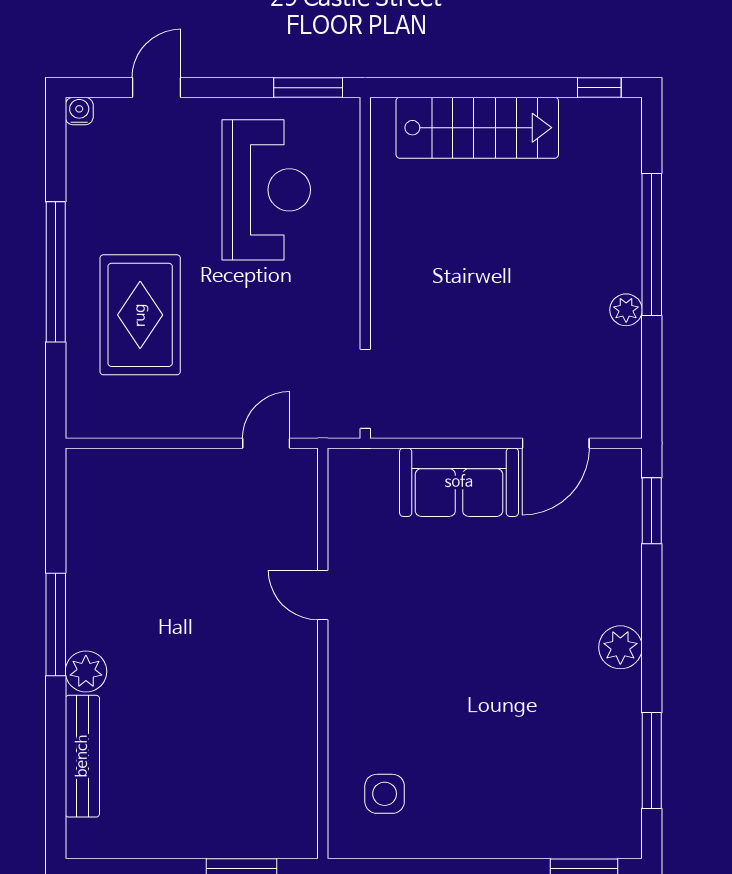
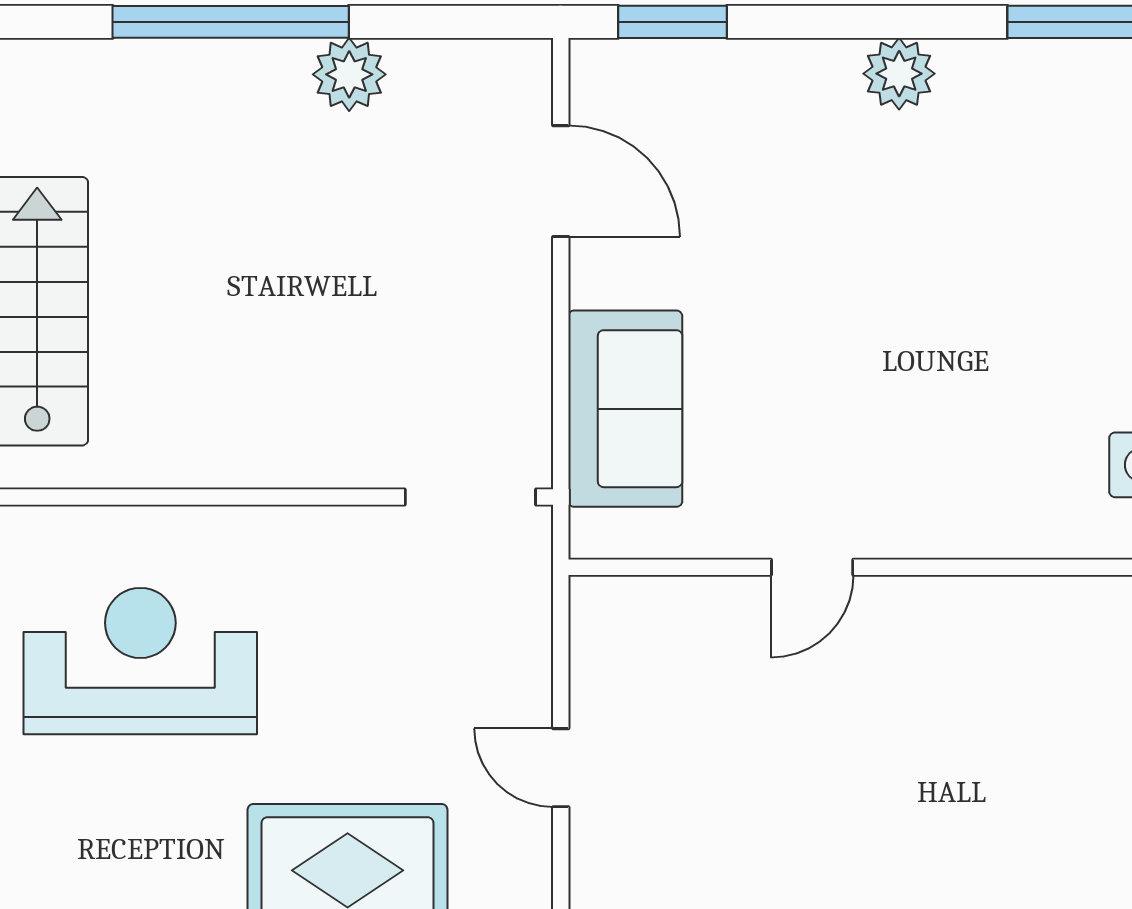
plant: (626, 310) -> (349, 74), width x1.38, depth x1.38
door: (266, 443) -> (561, 768), moved
sofa: (459, 482) -> (625, 409), moved

